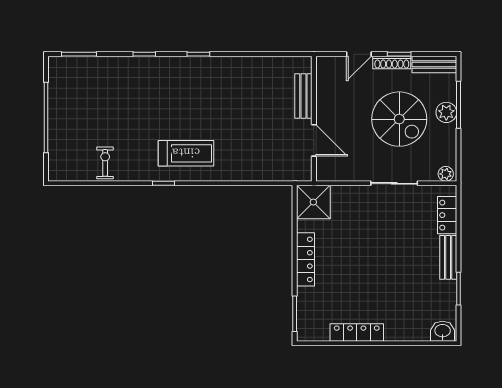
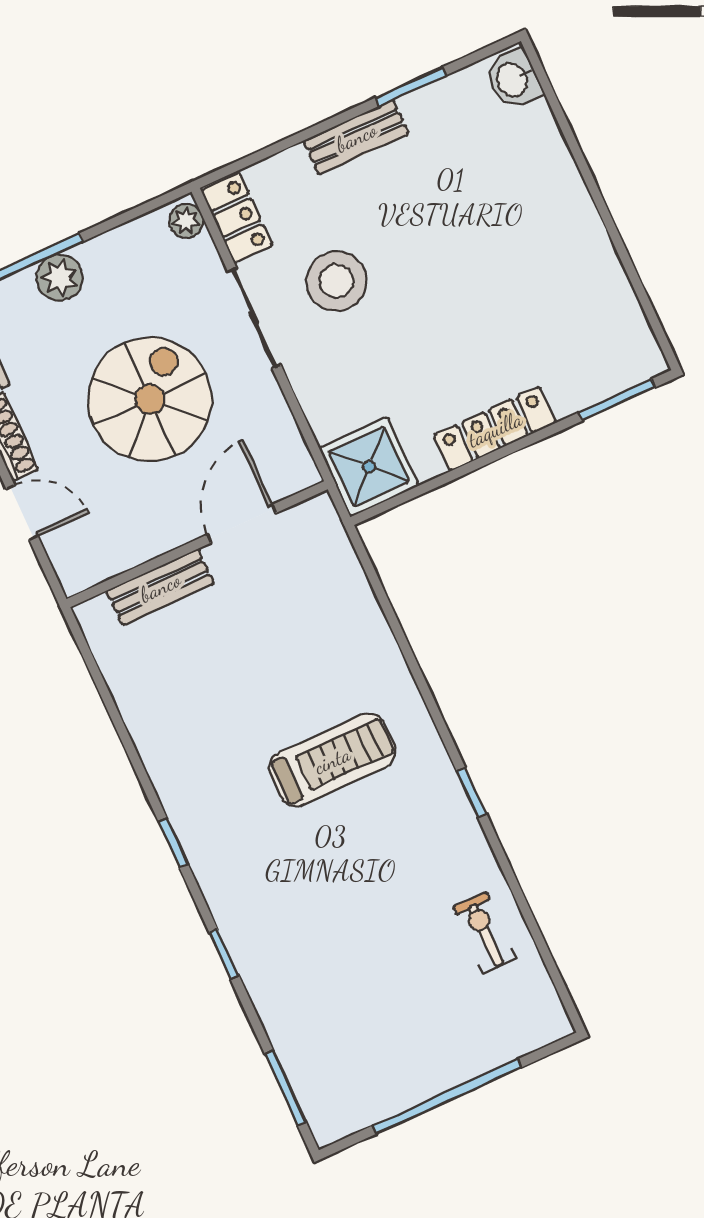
spiral stairs: (399, 119) -> (150, 399), moved
treadmill: (186, 153) -> (332, 760), moved, turned 90
exercise bike: (105, 163) -> (485, 932), turned 90
locker: (447, 215) -> (237, 218), moved, turned -90
stool: (394, 223) -> (336, 281), added
locker: (357, 332) -> (597, 255), removed

